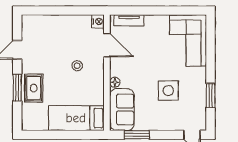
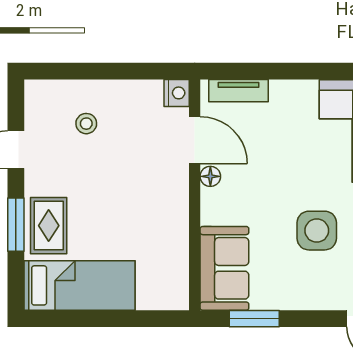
stool: (77, 66) -> (86, 124), moved
floor lamp: (115, 82) -> (210, 176), moved
bed: (76, 118) -> (80, 285), moved, turned 180

